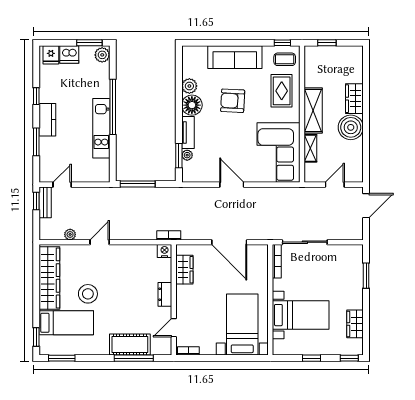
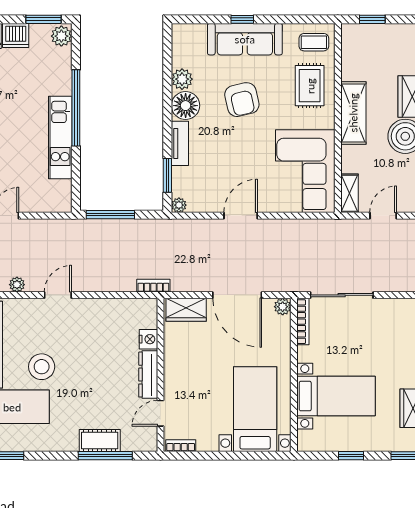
window: (282, 43) -> (242, 19), moved
armchair: (233, 101) -> (242, 100), turned -106
shelving: (310, 148) -> (349, 193), moved
plant: (187, 155) -> (179, 205), moved
door: (232, 185) -> (241, 216), hinge flipped
plant: (262, 250) -> (283, 307), added
nightstand: (165, 251) -> (148, 339), moved, turned 90
wardrobe: (184, 270) -> (186, 310), moved, turned 90
dresser: (165, 294) -> (148, 375), width x1.44
cot: (130, 345) -> (100, 441), width x0.73, depth x0.75

